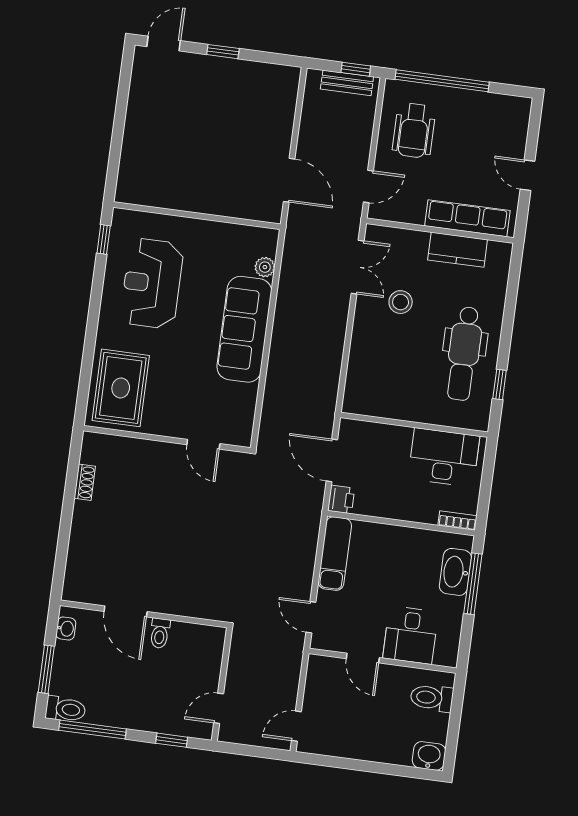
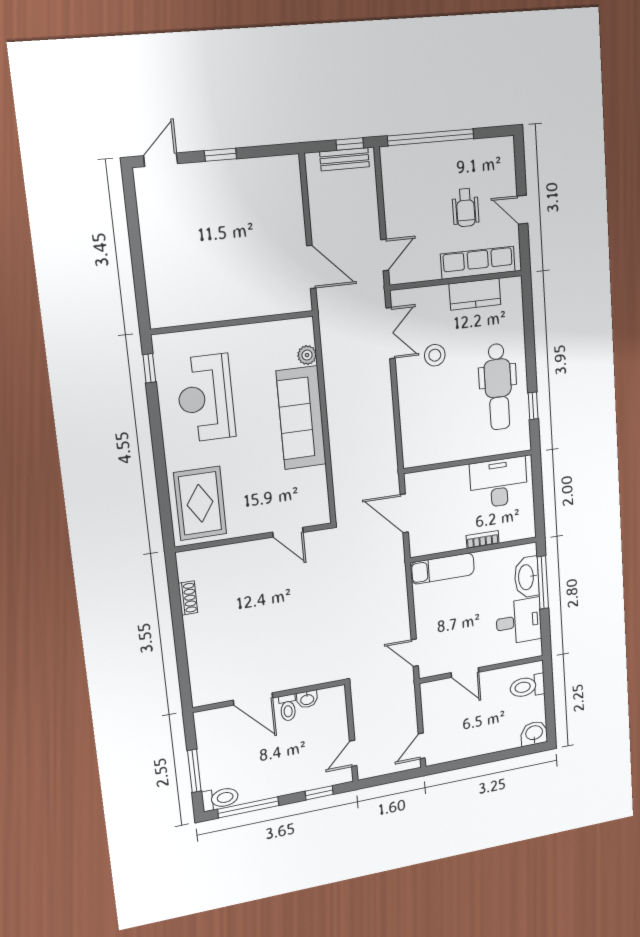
wheelchair: (414, 131) -> (466, 208), moved, width x0.73, depth x0.73
printer: (341, 499) -> (419, 545), removed
bookcase: (457, 521) -> (483, 540), moved
exam couch: (335, 554) -> (442, 569), moved, turned 90
washbasin: (66, 629) -> (307, 699), moved, turned 90
desk: (411, 635) -> (519, 621), moved, turned -90

